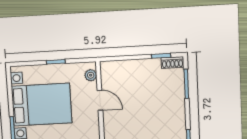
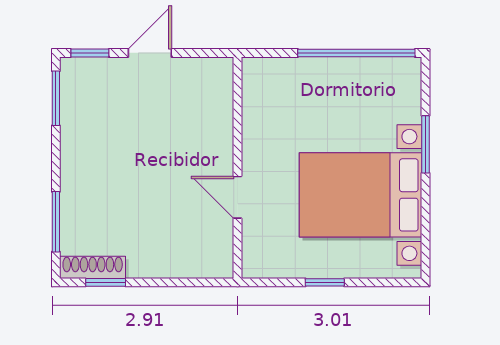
shoe rack: (172, 62) -> (93, 267), width x1.43
plant: (91, 75) -> (254, 251), removed

